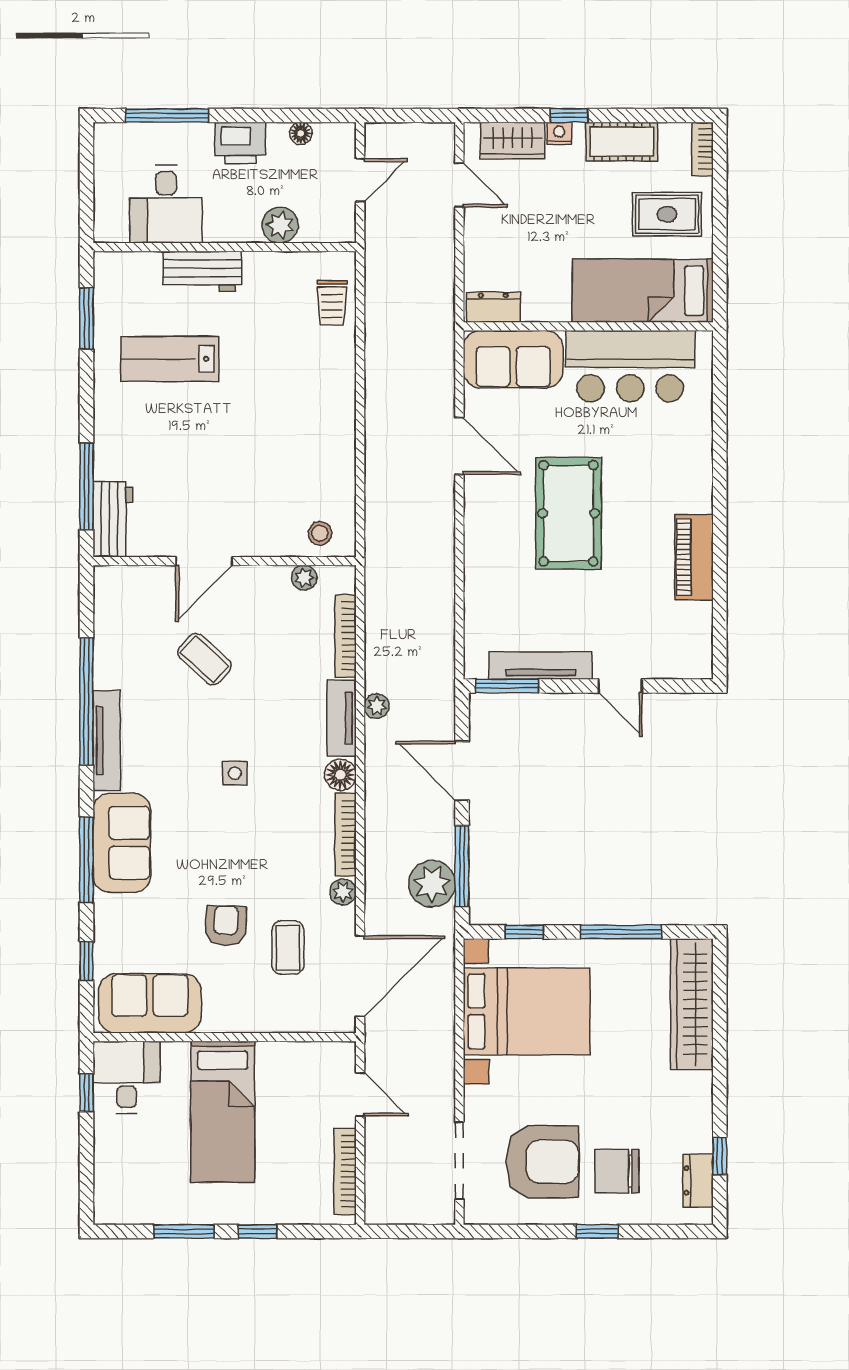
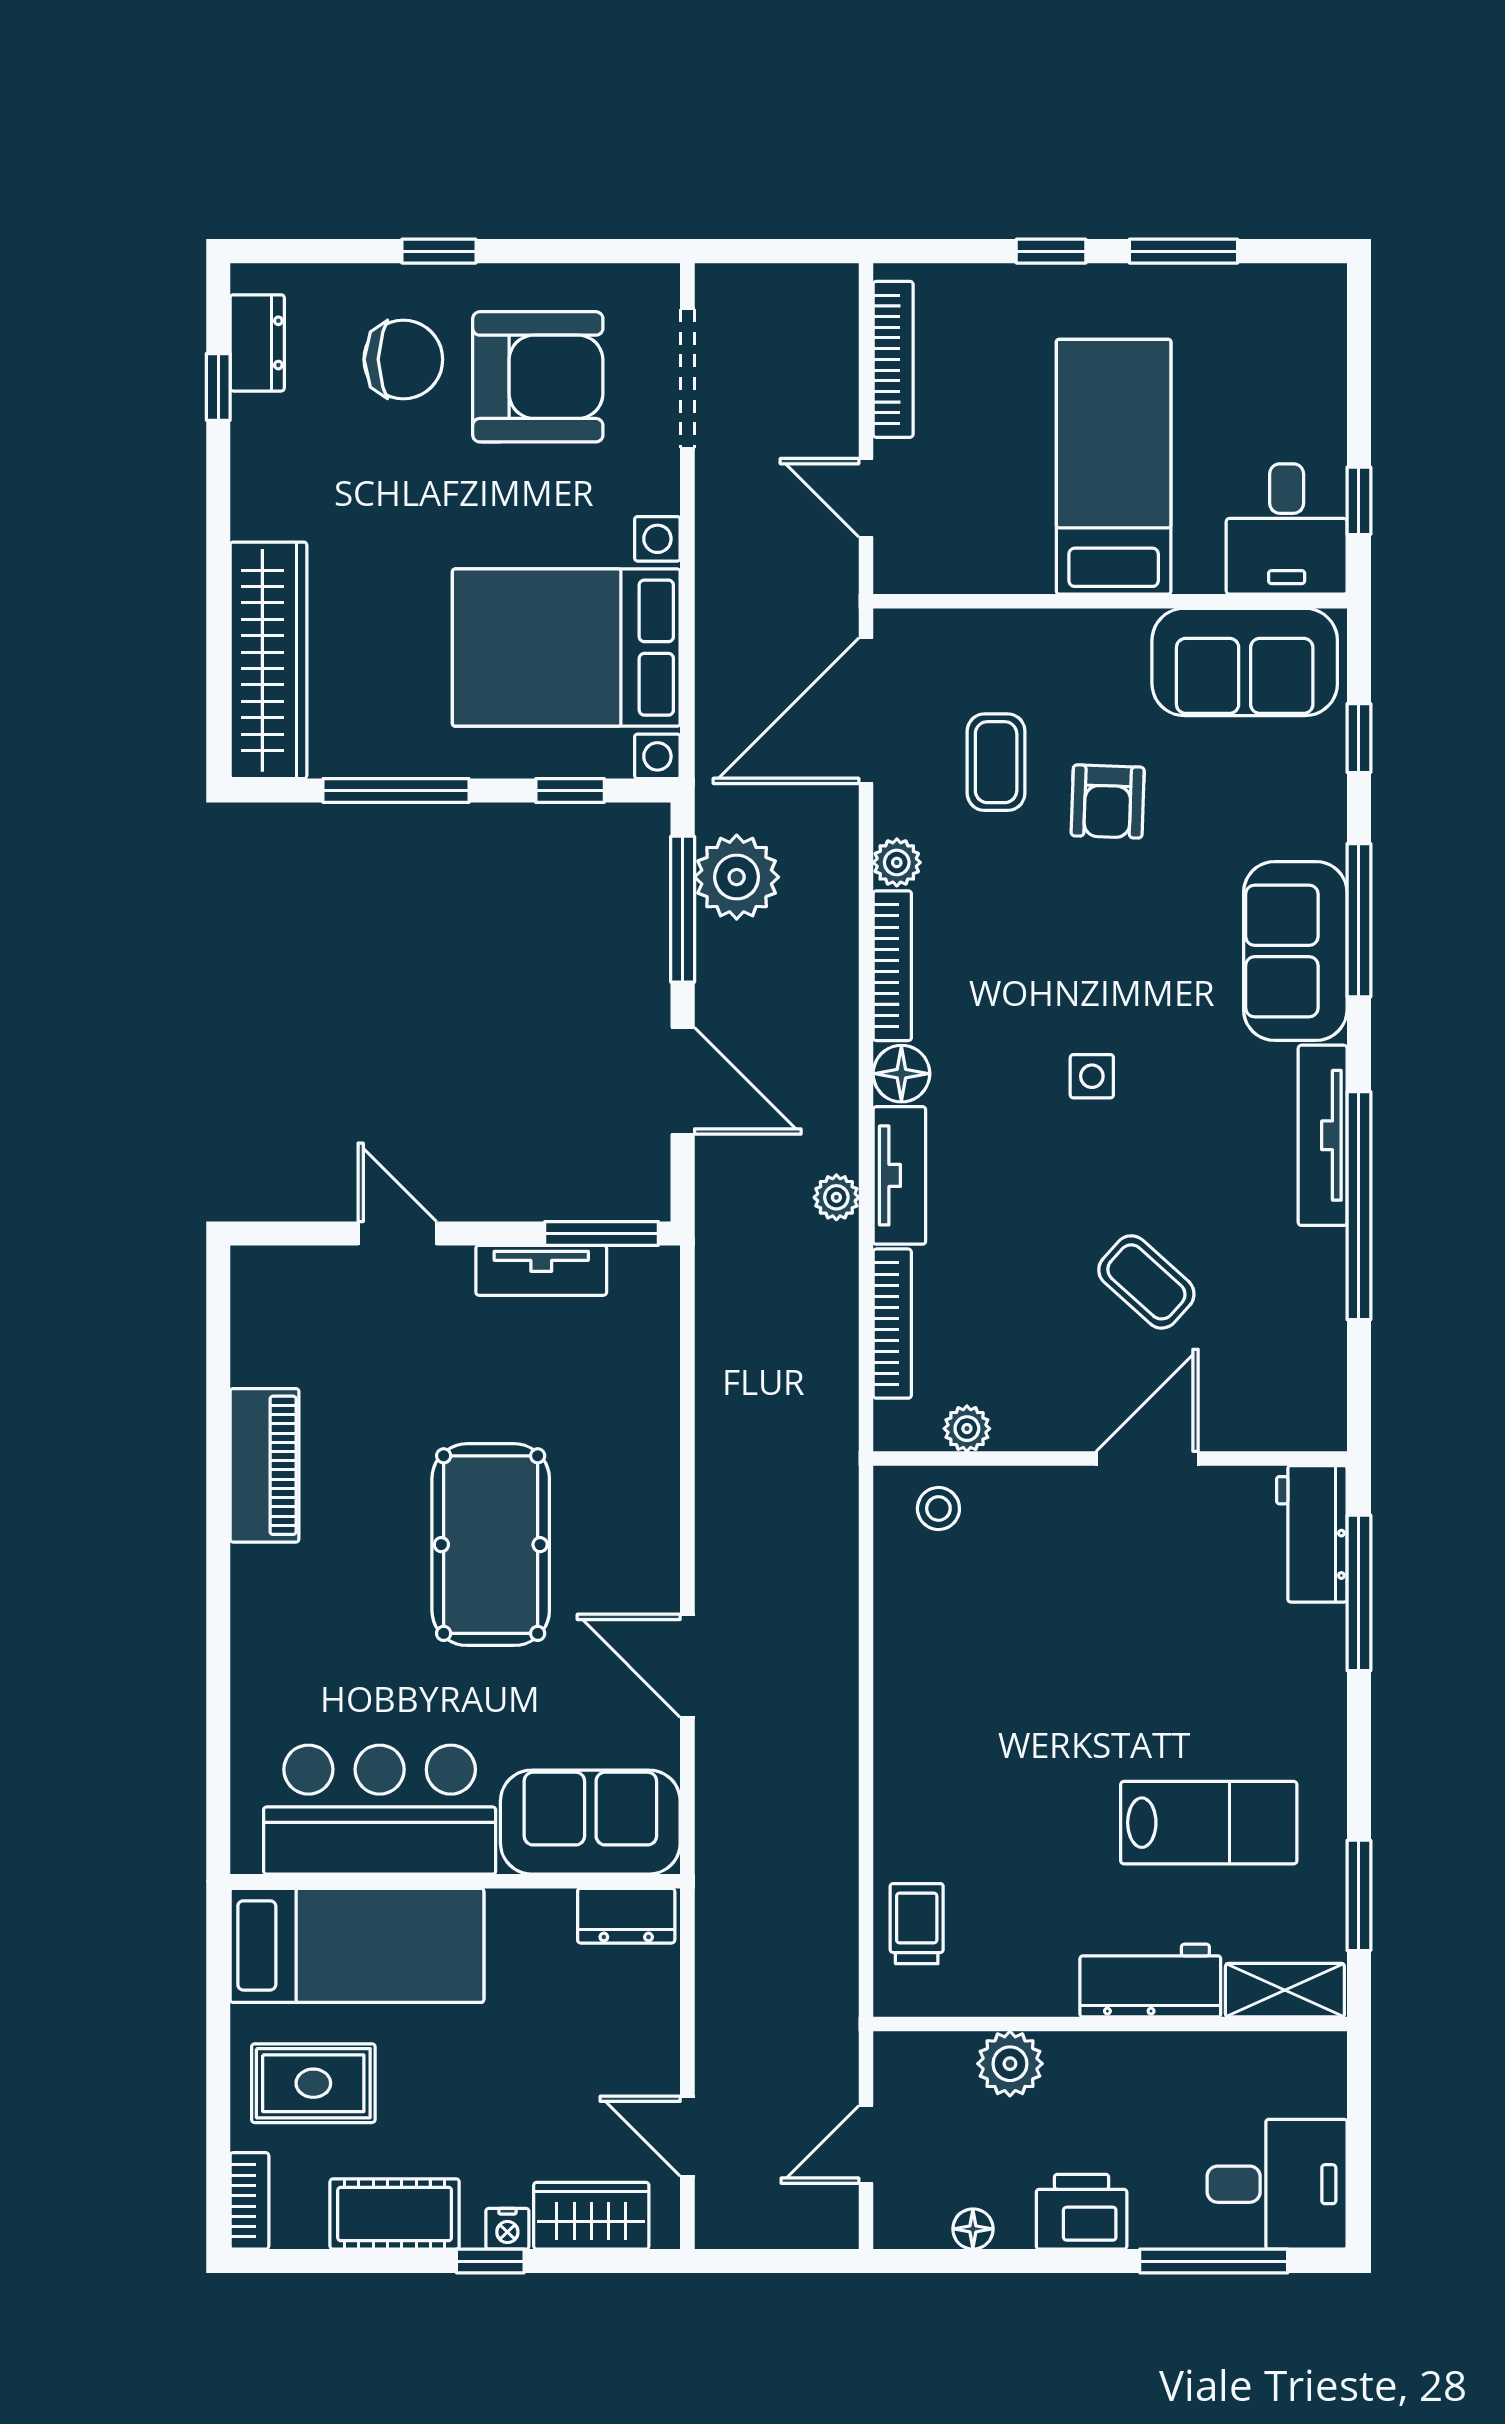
desk: (166, 204) -> (1277, 2184), moved, turned 90
shelving: (128, 266) -> (1285, 1990), added
tv unit: (540, 666) -> (541, 1270), width x0.71
armchair: (542, 1162) -> (538, 377), turned 180

